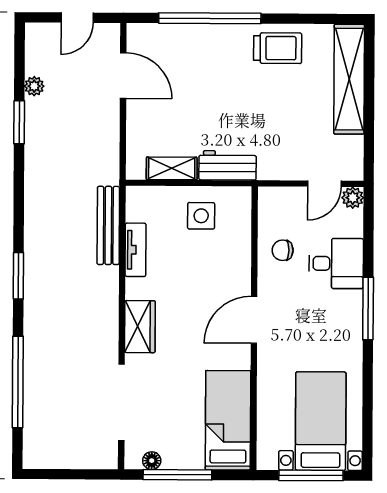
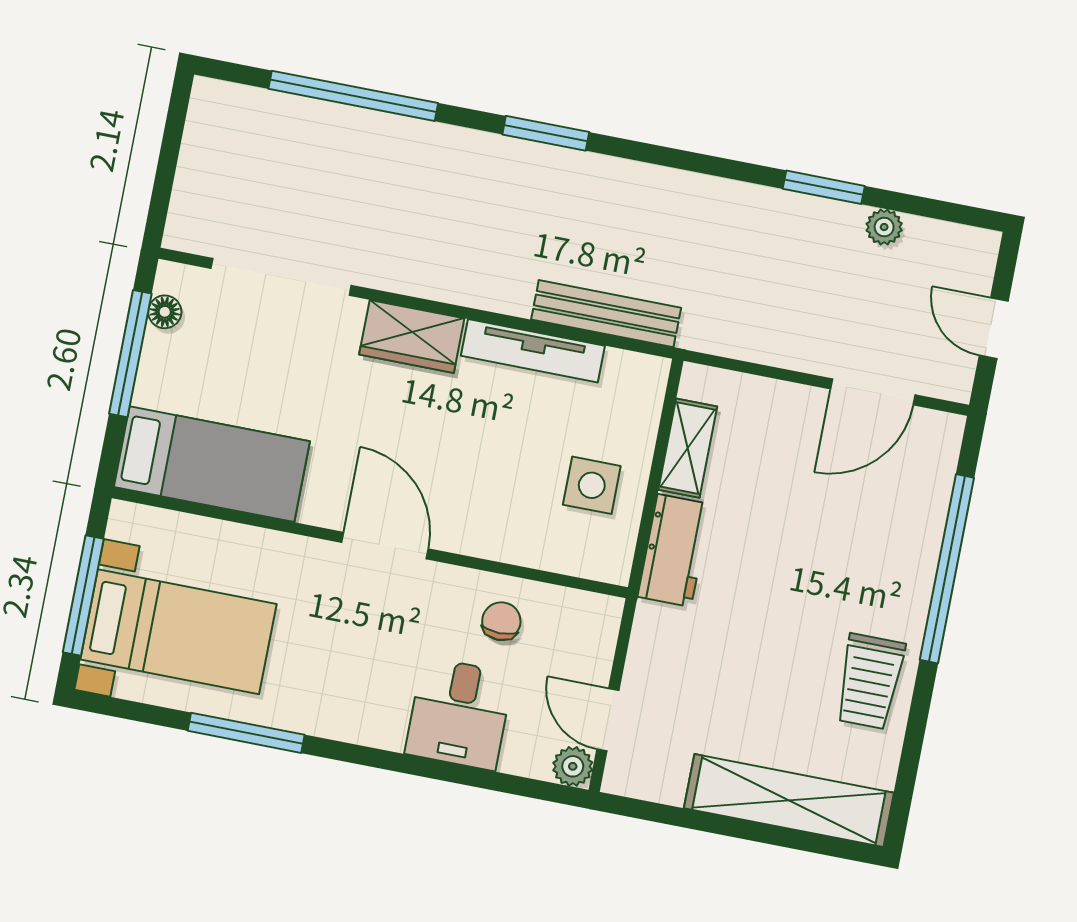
tv unit: (135, 250) -> (533, 351), width x1.41
window: (368, 309) -> (246, 733), moved

